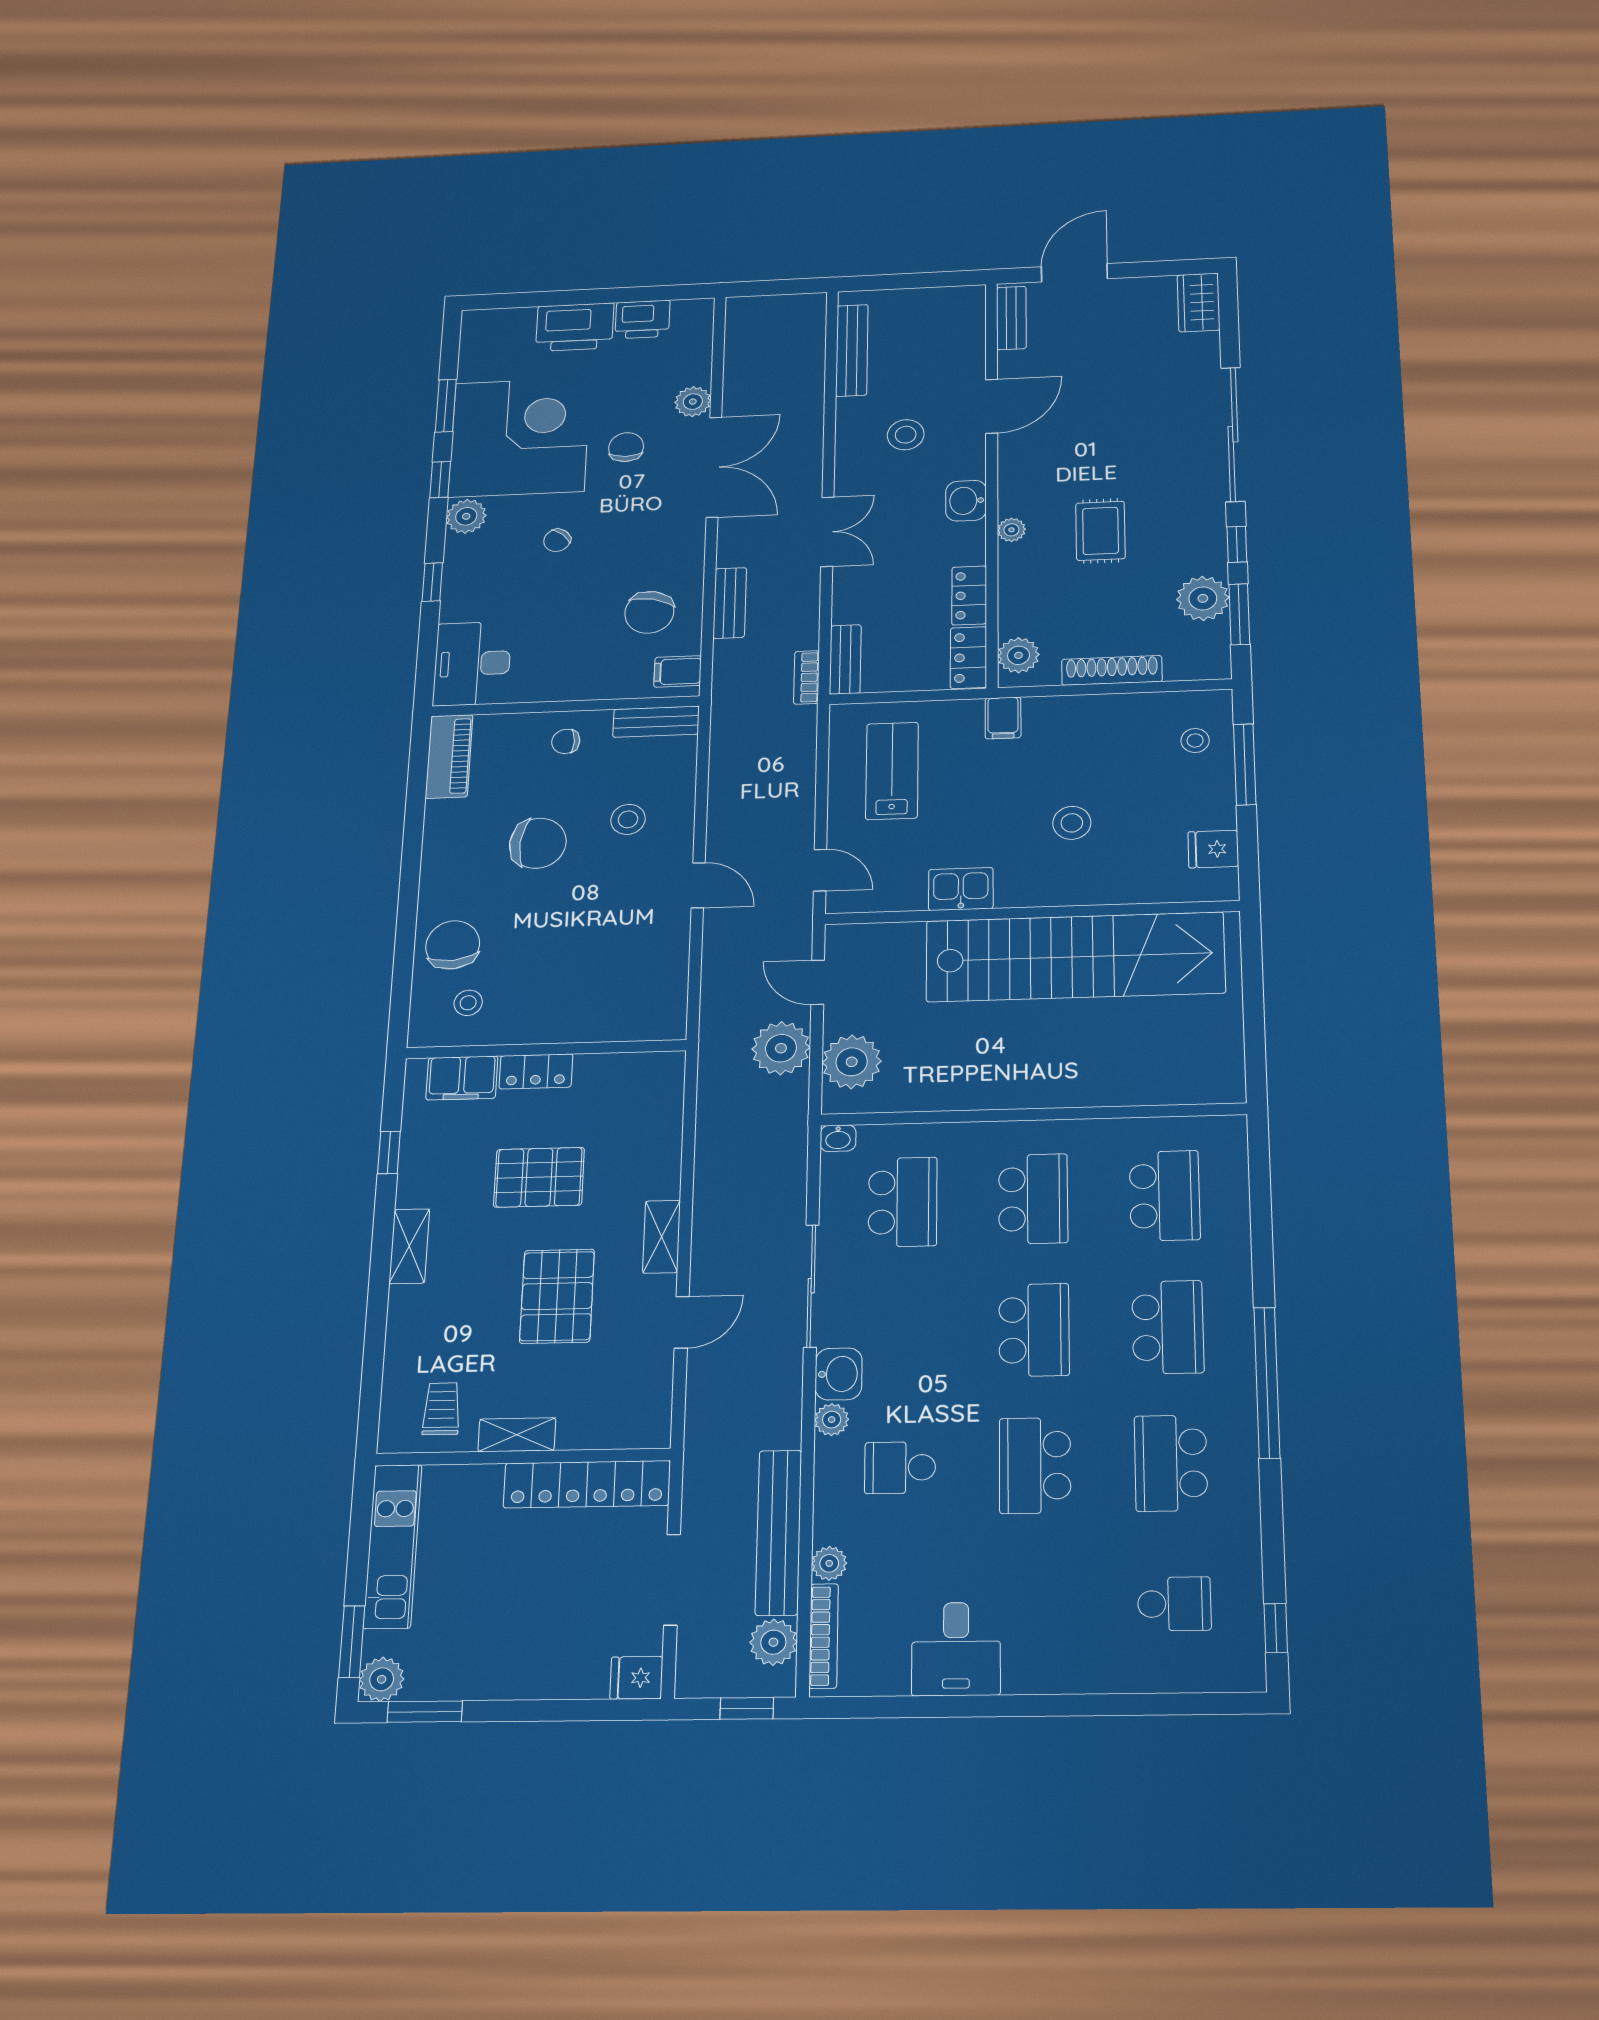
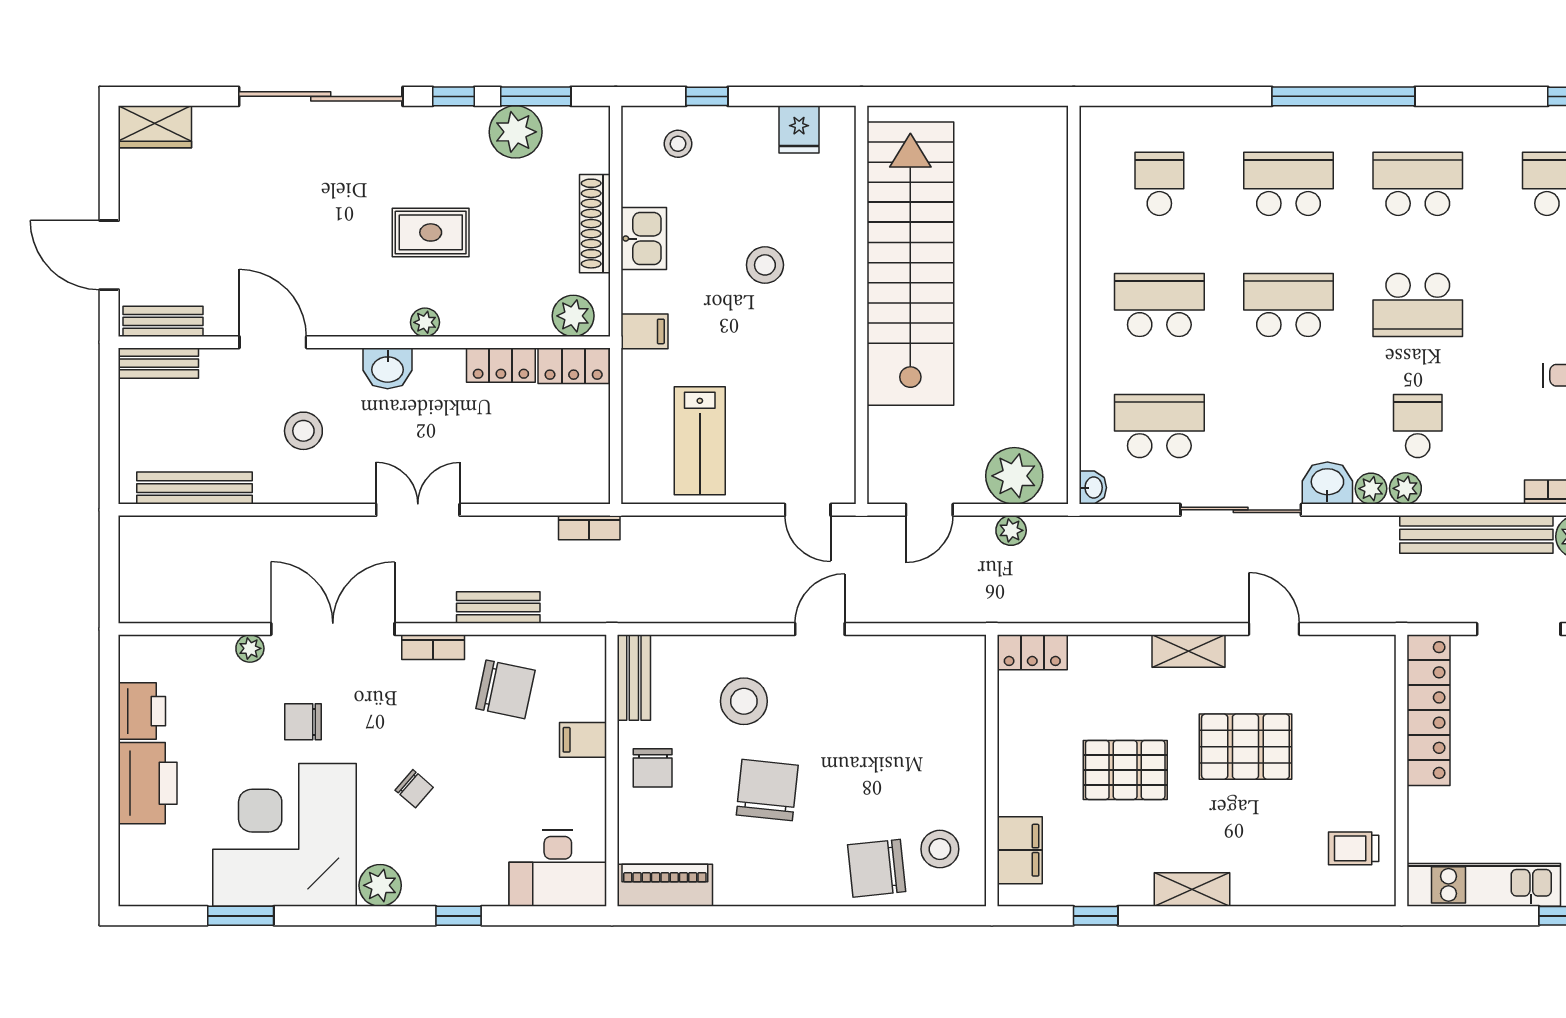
plant: (693, 402) -> (250, 648), width x0.73, depth x0.73
window: (440, 480) -> (333, 916), removed
bookcase: (693, 550) -> (433, 647), added
bench: (845, 659) -> (158, 363), moved
filing cabinet: (678, 671) -> (583, 740), moved, turned 90
chair: (566, 741) -> (653, 768), width x1.37, depth x1.37
window: (1245, 764) -> (707, 96), width x0.46
lab bench: (892, 771) -> (700, 441), turned -90
stool: (628, 819) -> (744, 701), width x1.38, depth x1.38
door: (820, 870) -> (808, 510), swing flipped
kitchen sink: (961, 889) -> (644, 239), moved, turned 180
stool: (468, 1003) -> (940, 849), width x1.37, depth x1.37
plant: (781, 1048) -> (1011, 530), width x0.53, depth x0.53
locker: (536, 1071) -> (1032, 652), moved, turned 90
pallet: (539, 1177) -> (1125, 770), turned 90
school desk: (1165, 1196) -> (1159, 184), width x0.54
shelving: (517, 1435) -> (1380, 777), removed
school desk: (1171, 1463) -> (1418, 184), turned 180
school desk: (900, 1468) -> (1418, 426), turned 180
plant: (829, 1563) -> (1405, 488), moved

